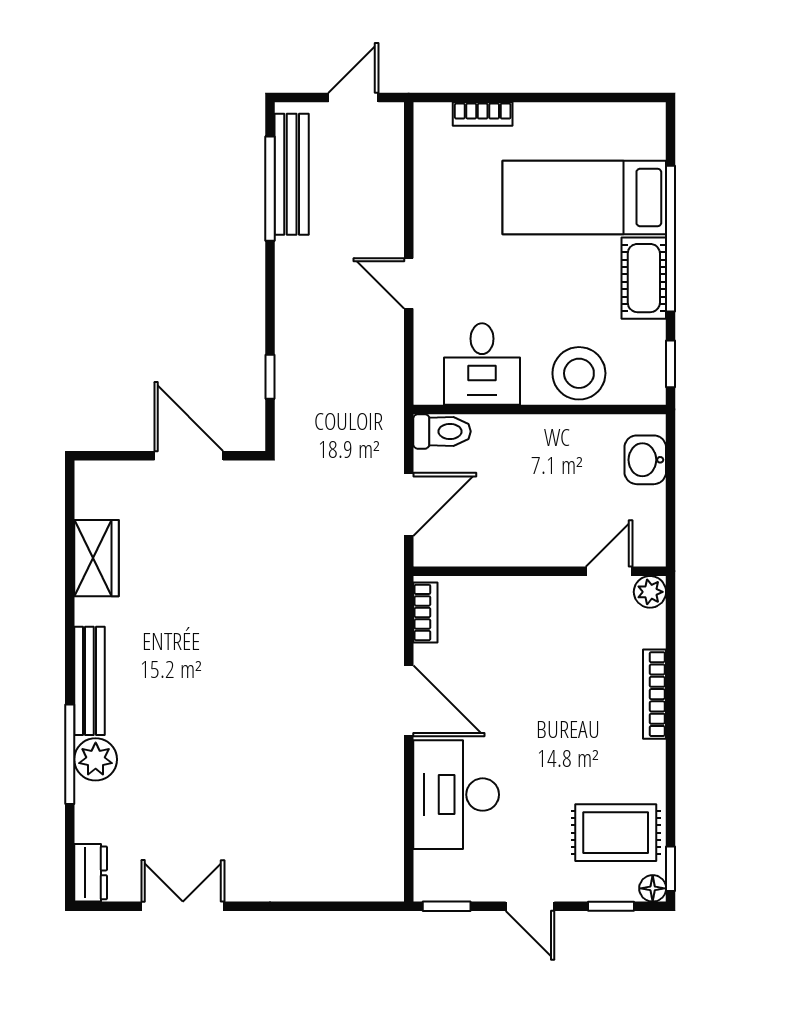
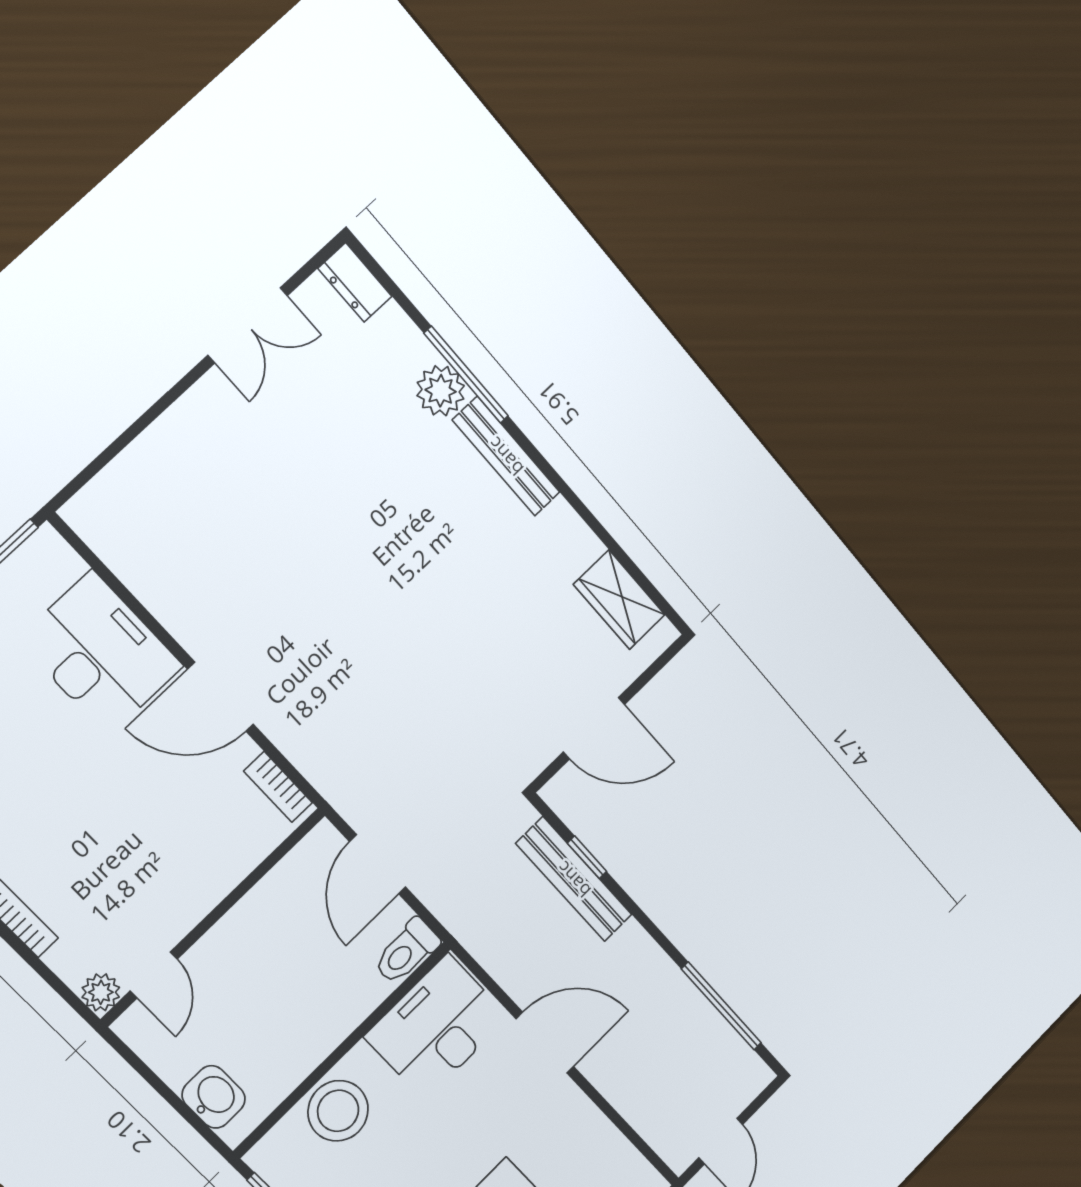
bench: (292, 174) -> (574, 879), moved
door: (409, 283) -> (545, 1043), width x1.38
desk: (482, 364) -> (437, 1027), width x1.37
wardrobe: (97, 558) -> (619, 600), moved

